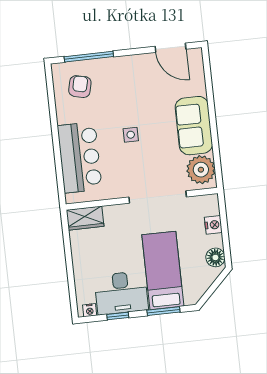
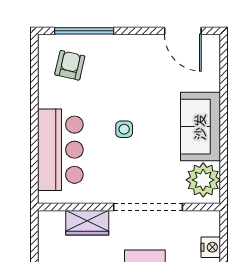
wardrobe: (85, 218) -> (87, 223), moved

